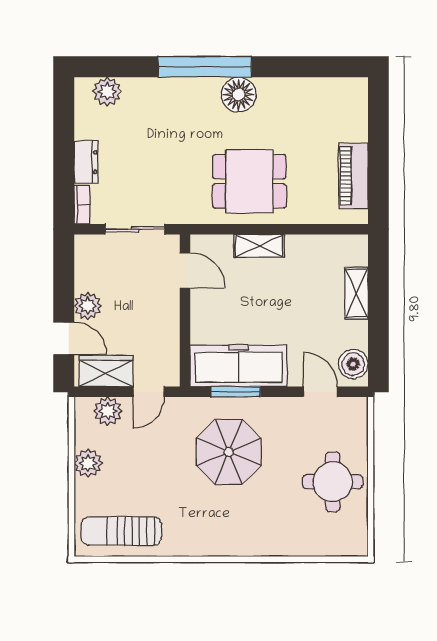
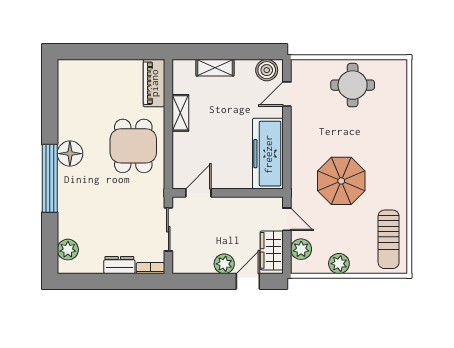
piano: (353, 176) -> (154, 83), moved, turned 90
shelving: (259, 246) -> (180, 113), moved
window: (236, 392) -> (287, 156), removed
parasol: (229, 452) -> (341, 181), moved

